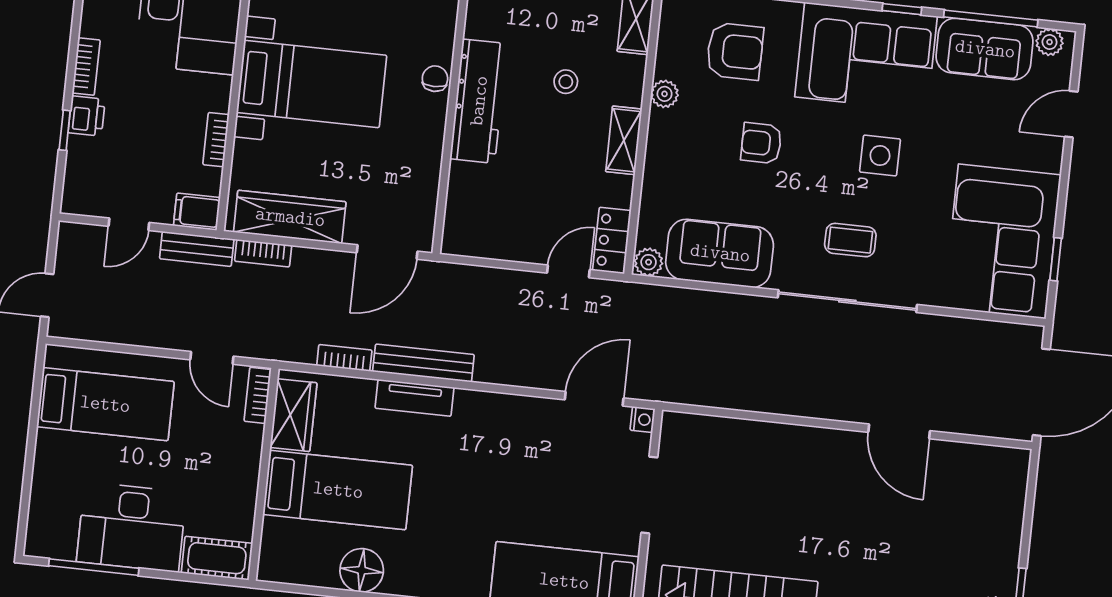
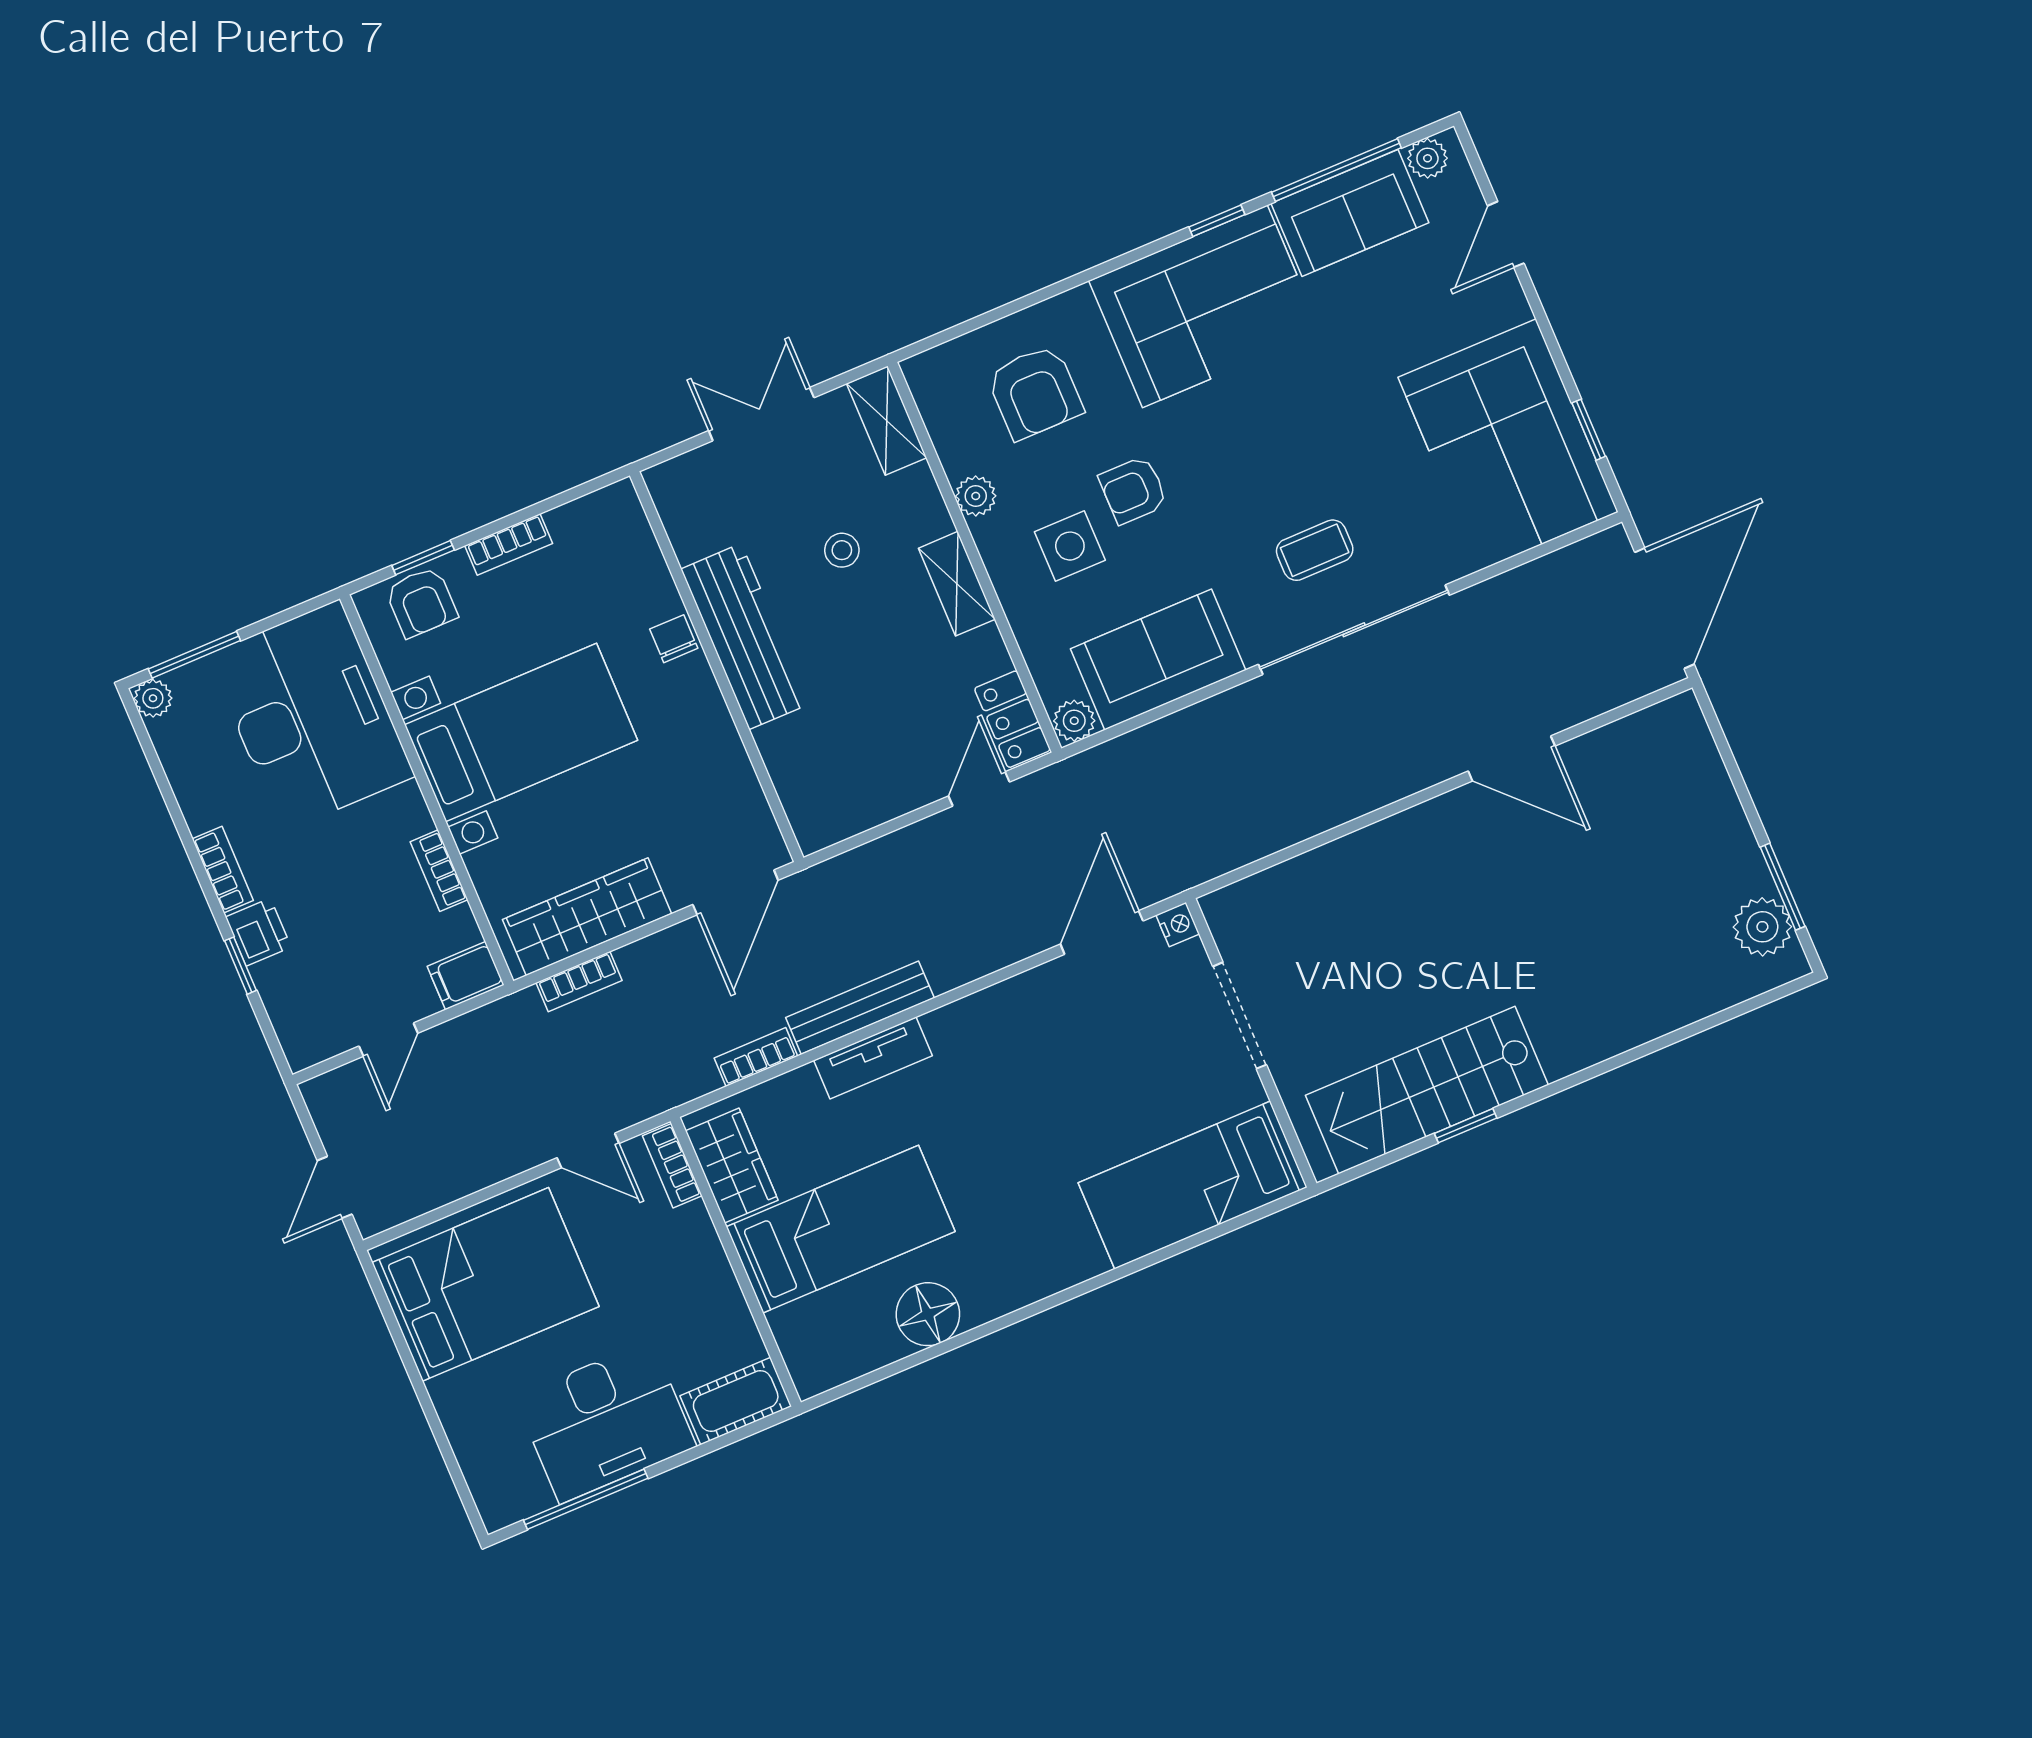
armchair: (735, 51) -> (1035, 392), turned 90
side table: (880, 155) -> (1070, 546), moved
bench: (197, 249) -> (492, 1023), removed
bed: (105, 404) -> (485, 1284), width x1.50

